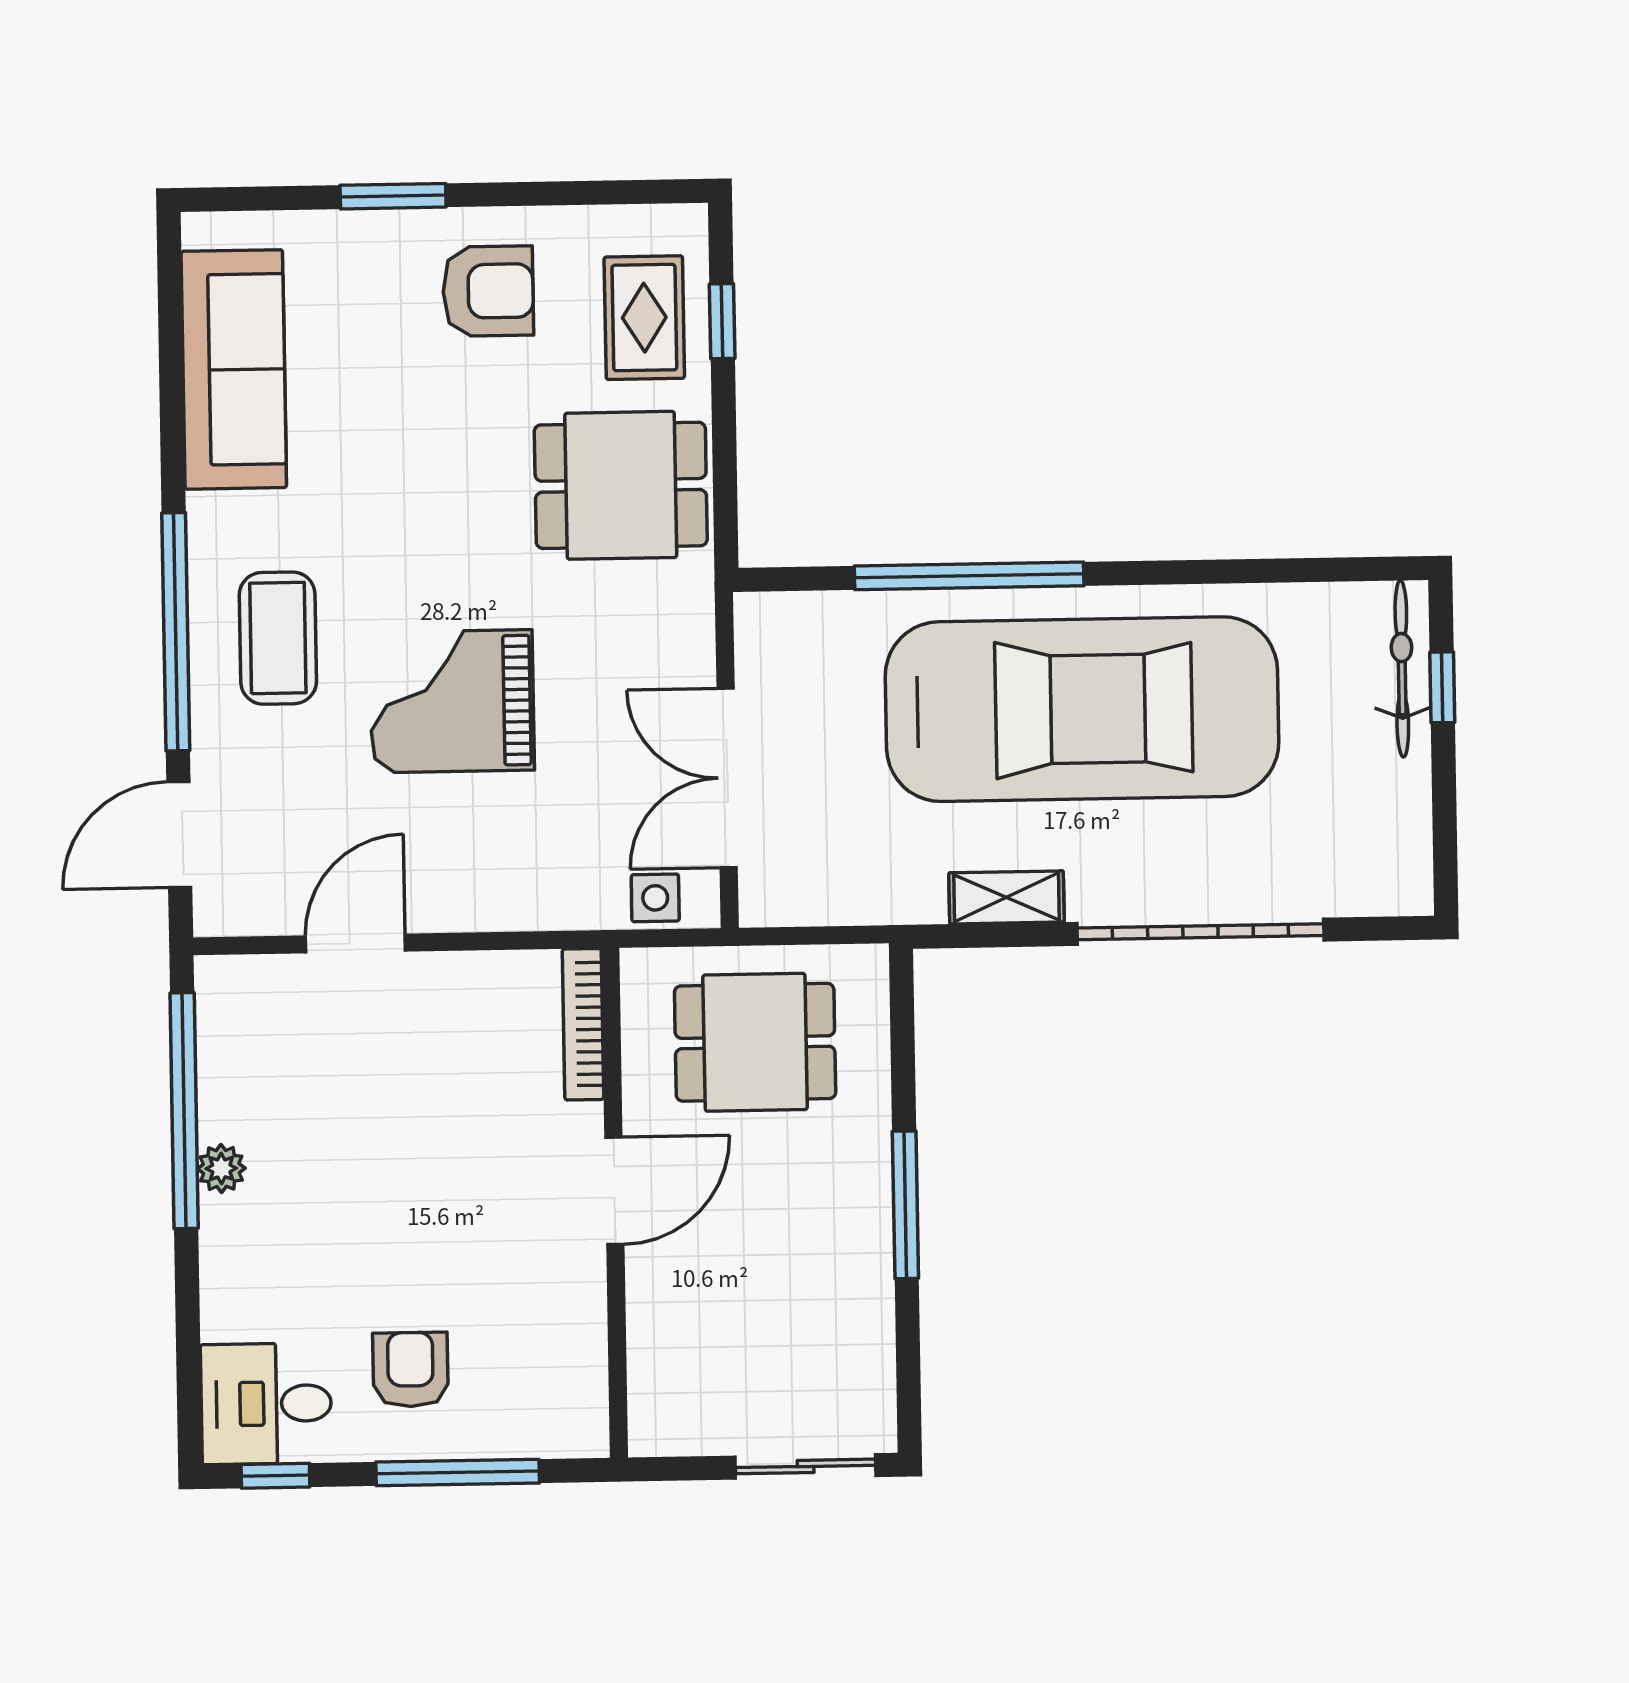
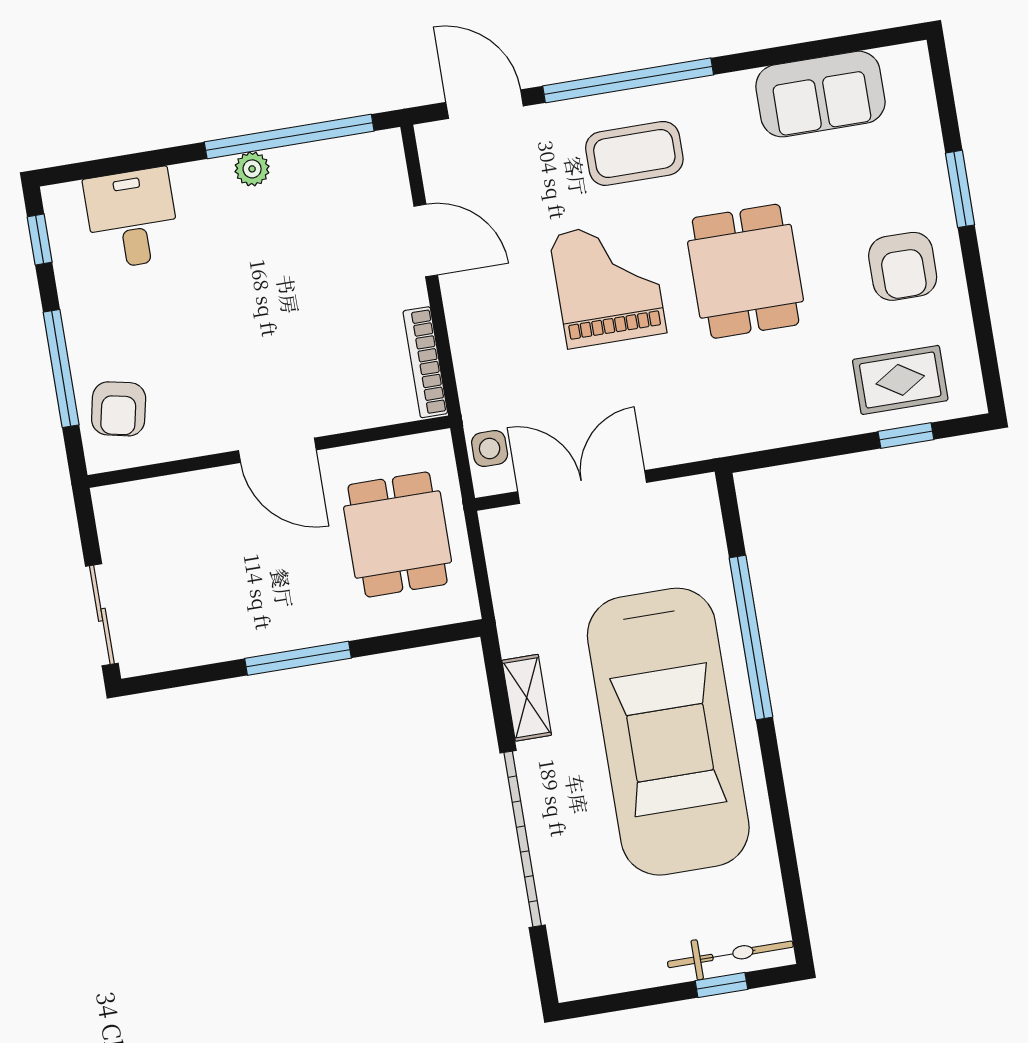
sofa: (234, 369) -> (820, 94), width x0.73
dining table: (621, 485) -> (746, 271), moved
bookcase: (583, 1024) -> (425, 362), moved, turned -90
armchair: (410, 1370) -> (119, 409), moved, turned 102
desk: (266, 1404) -> (132, 218), moved

